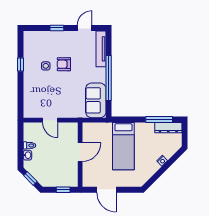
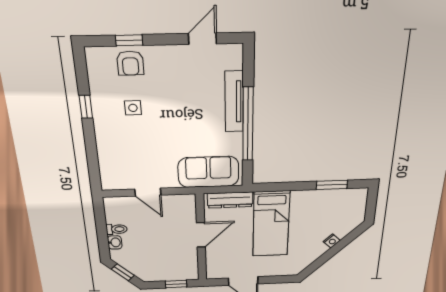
window: (57, 28) -> (129, 40), moved
tv unit: (101, 49) -> (234, 102), moved
armchair: (64, 64) -> (130, 63), moved, turned -90
sofa: (96, 100) -> (208, 172), moved, turned 90
window: (159, 119) -> (332, 185), width x0.69
dresser: (168, 128) -> (230, 200), moved

